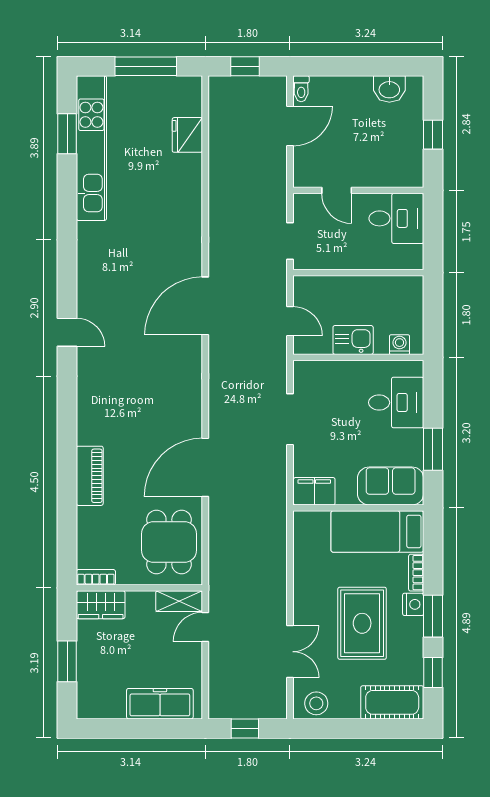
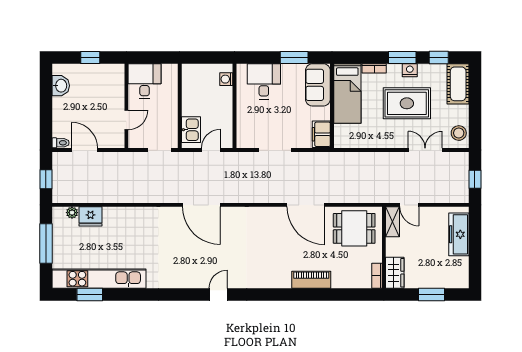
plant: (193, 107) -> (72, 213), added
kitchen sink: (353, 340) -> (191, 130), moved, turned 180
nightstand: (413, 604) -> (410, 70), moved

